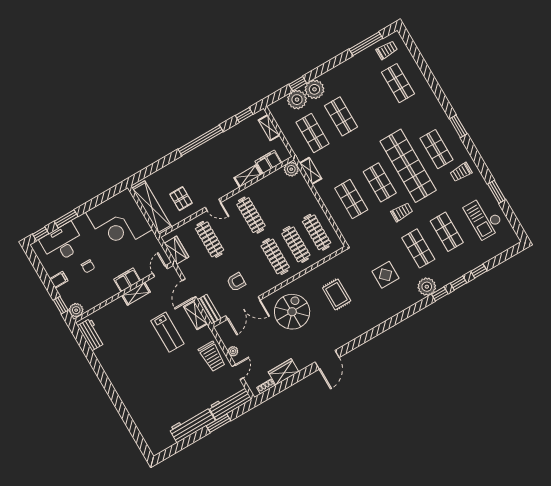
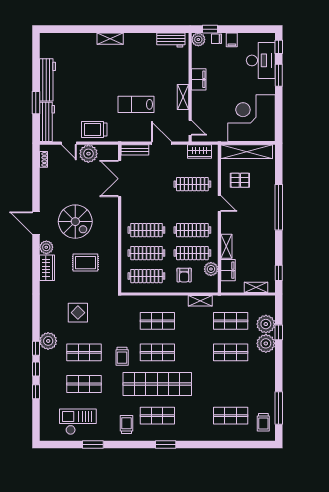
window: (201, 140) -> (279, 207), moved
plant: (291, 169) -> (211, 269), moved
clothes rail: (272, 203) -> (192, 253), added
door: (213, 205) -> (219, 204), swing flipped
chair: (88, 266) -> (217, 39), moved
filing cabinet: (127, 280) -> (199, 79), moved
armchair: (236, 282) -> (184, 275), moved
spiral stairs: (292, 312) -> (75, 222), moved
shelving: (196, 315) -> (110, 39), moved
plant: (343, 338) -> (46, 247), added
plant: (233, 351) -> (88, 154), width x1.87, depth x1.87
wardrobe: (283, 372) -> (47, 268), moved

